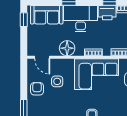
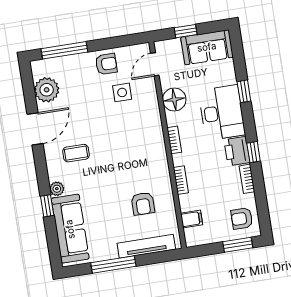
sofa: (47, 15) -> (207, 47), moved, turned -90
window: (24, 20) -> (186, 31), moved
corner sofa: (97, 74) -> (142, 150), removed

